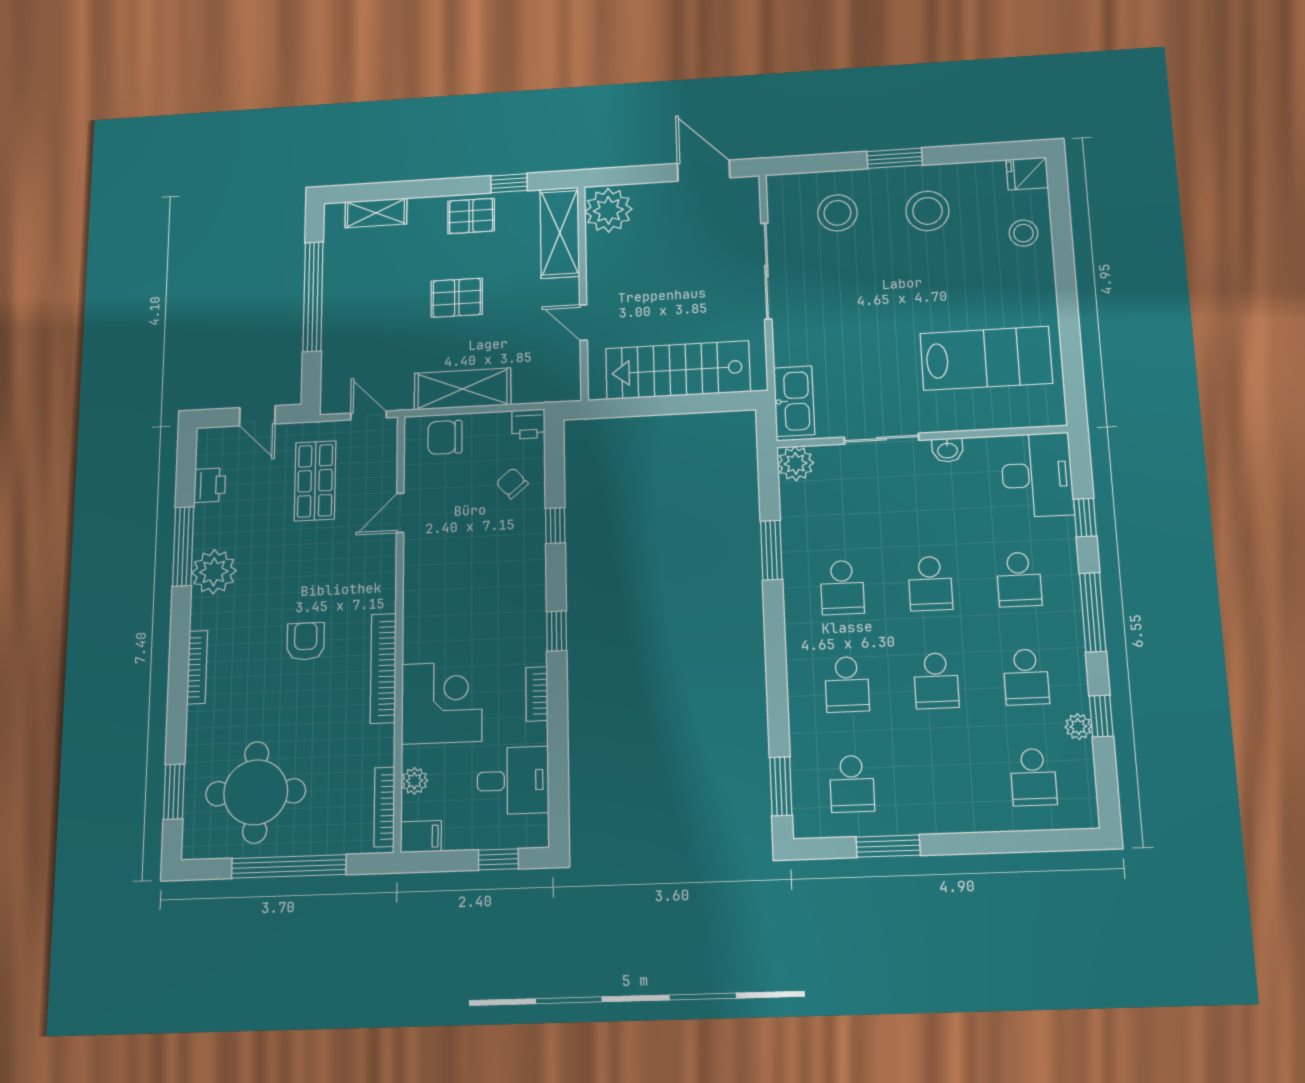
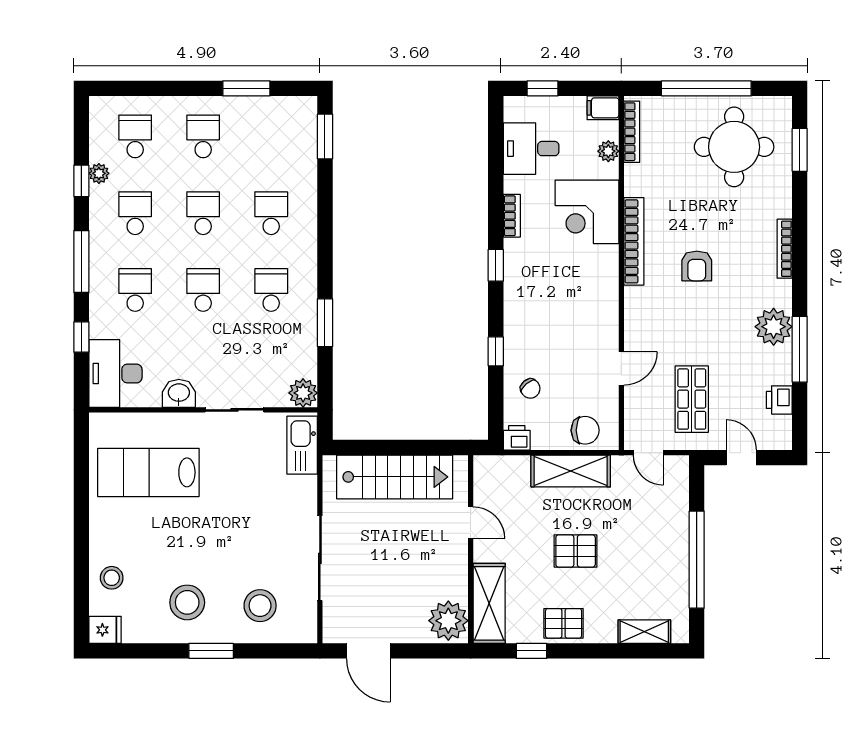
washbasin: (947, 450) -> (179, 393), width x1.38, depth x1.45
school desk: (852, 784) -> (203, 136), moved

